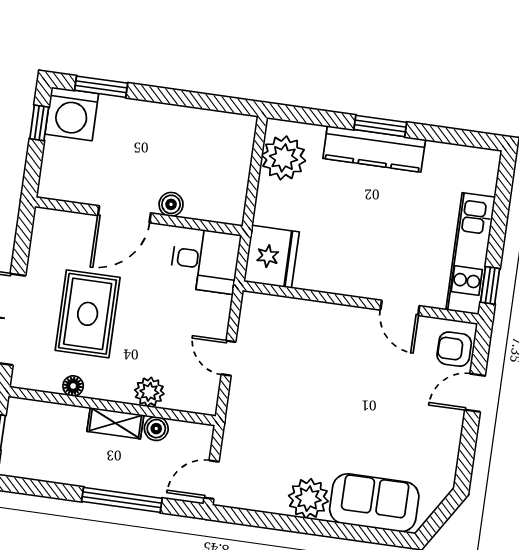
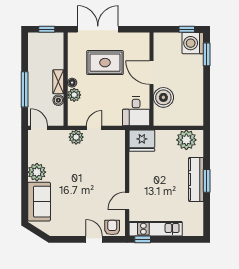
boiler: (171, 204) -> (163, 97), width x1.86, depth x1.86
floor lamp: (73, 386) -> (72, 83), moved
plant: (243, 401) -> (76, 137), added

